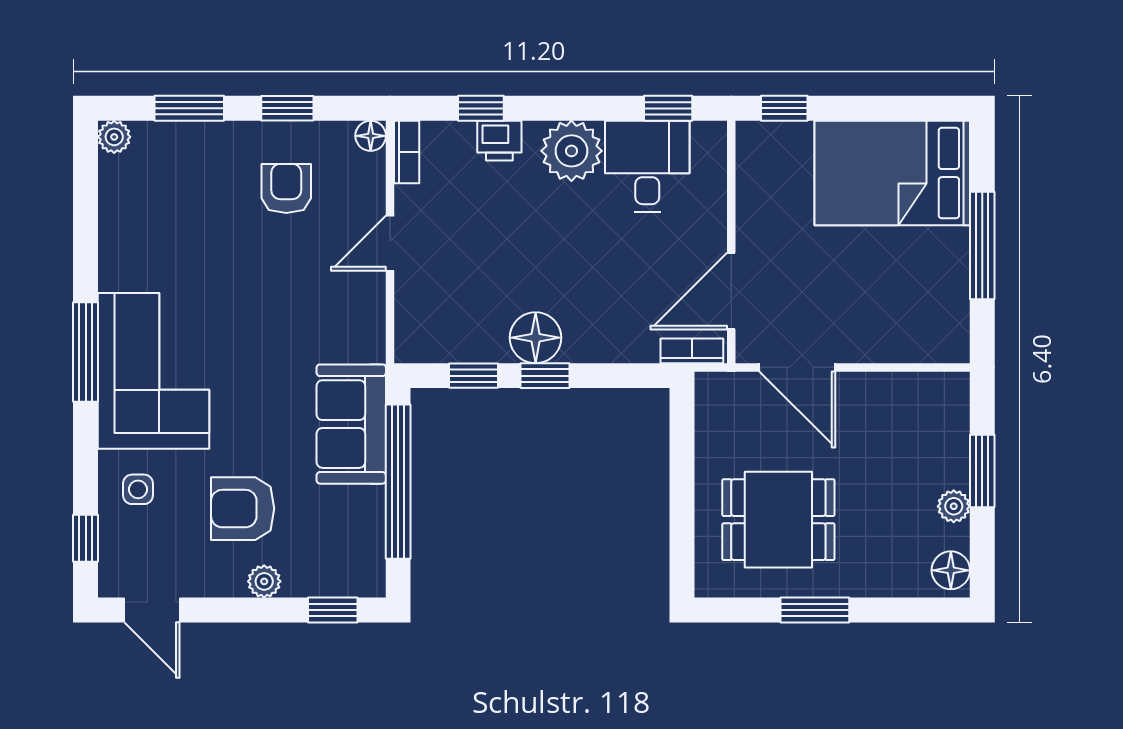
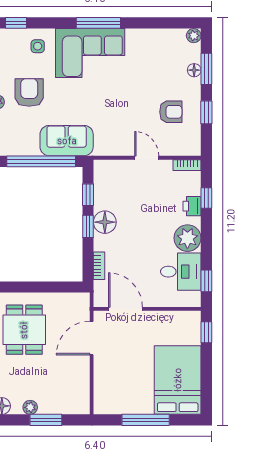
floor lamp: (371, 136) -> (194, 70), moved
bookcase: (692, 351) -> (99, 266), moved

